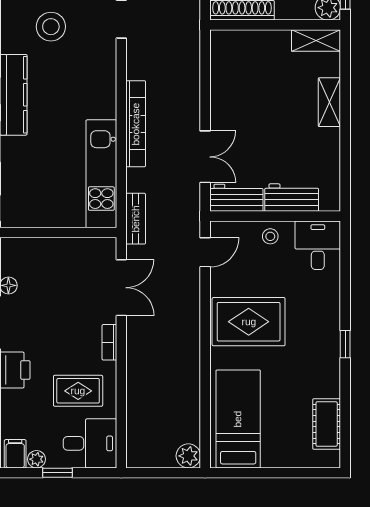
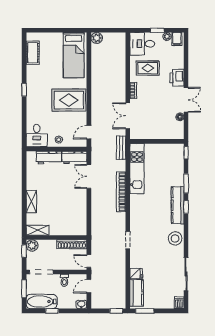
stool: (51, 27) -> (175, 238), moved

